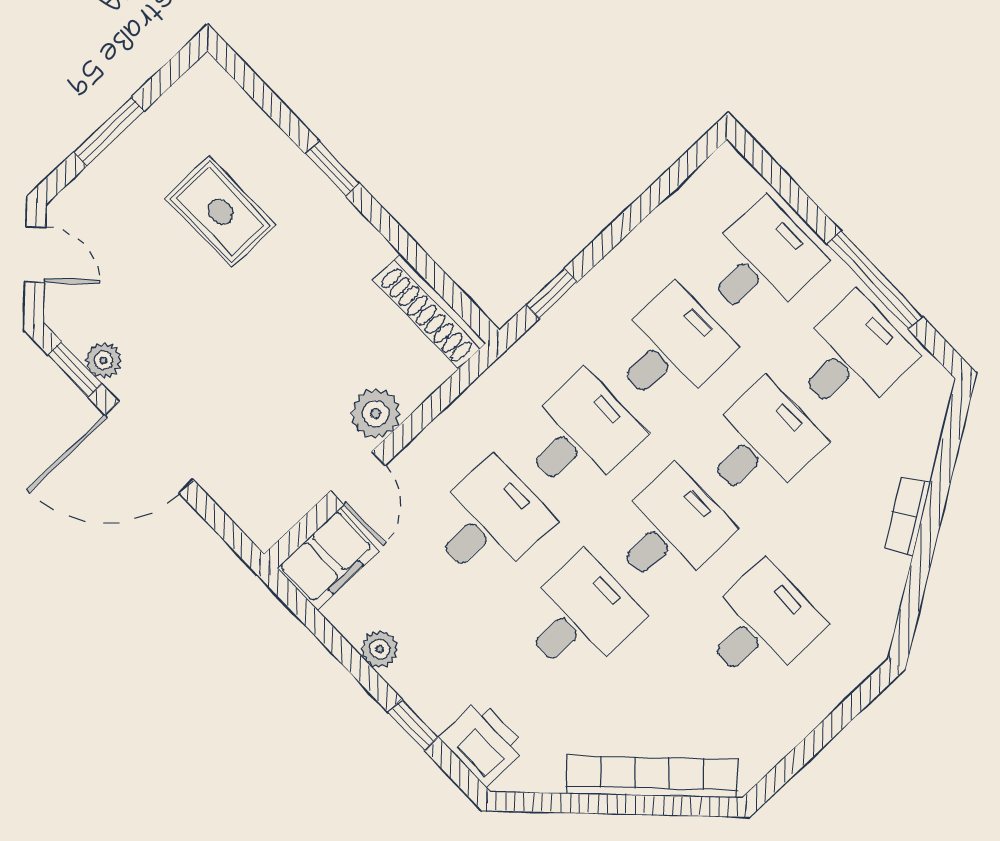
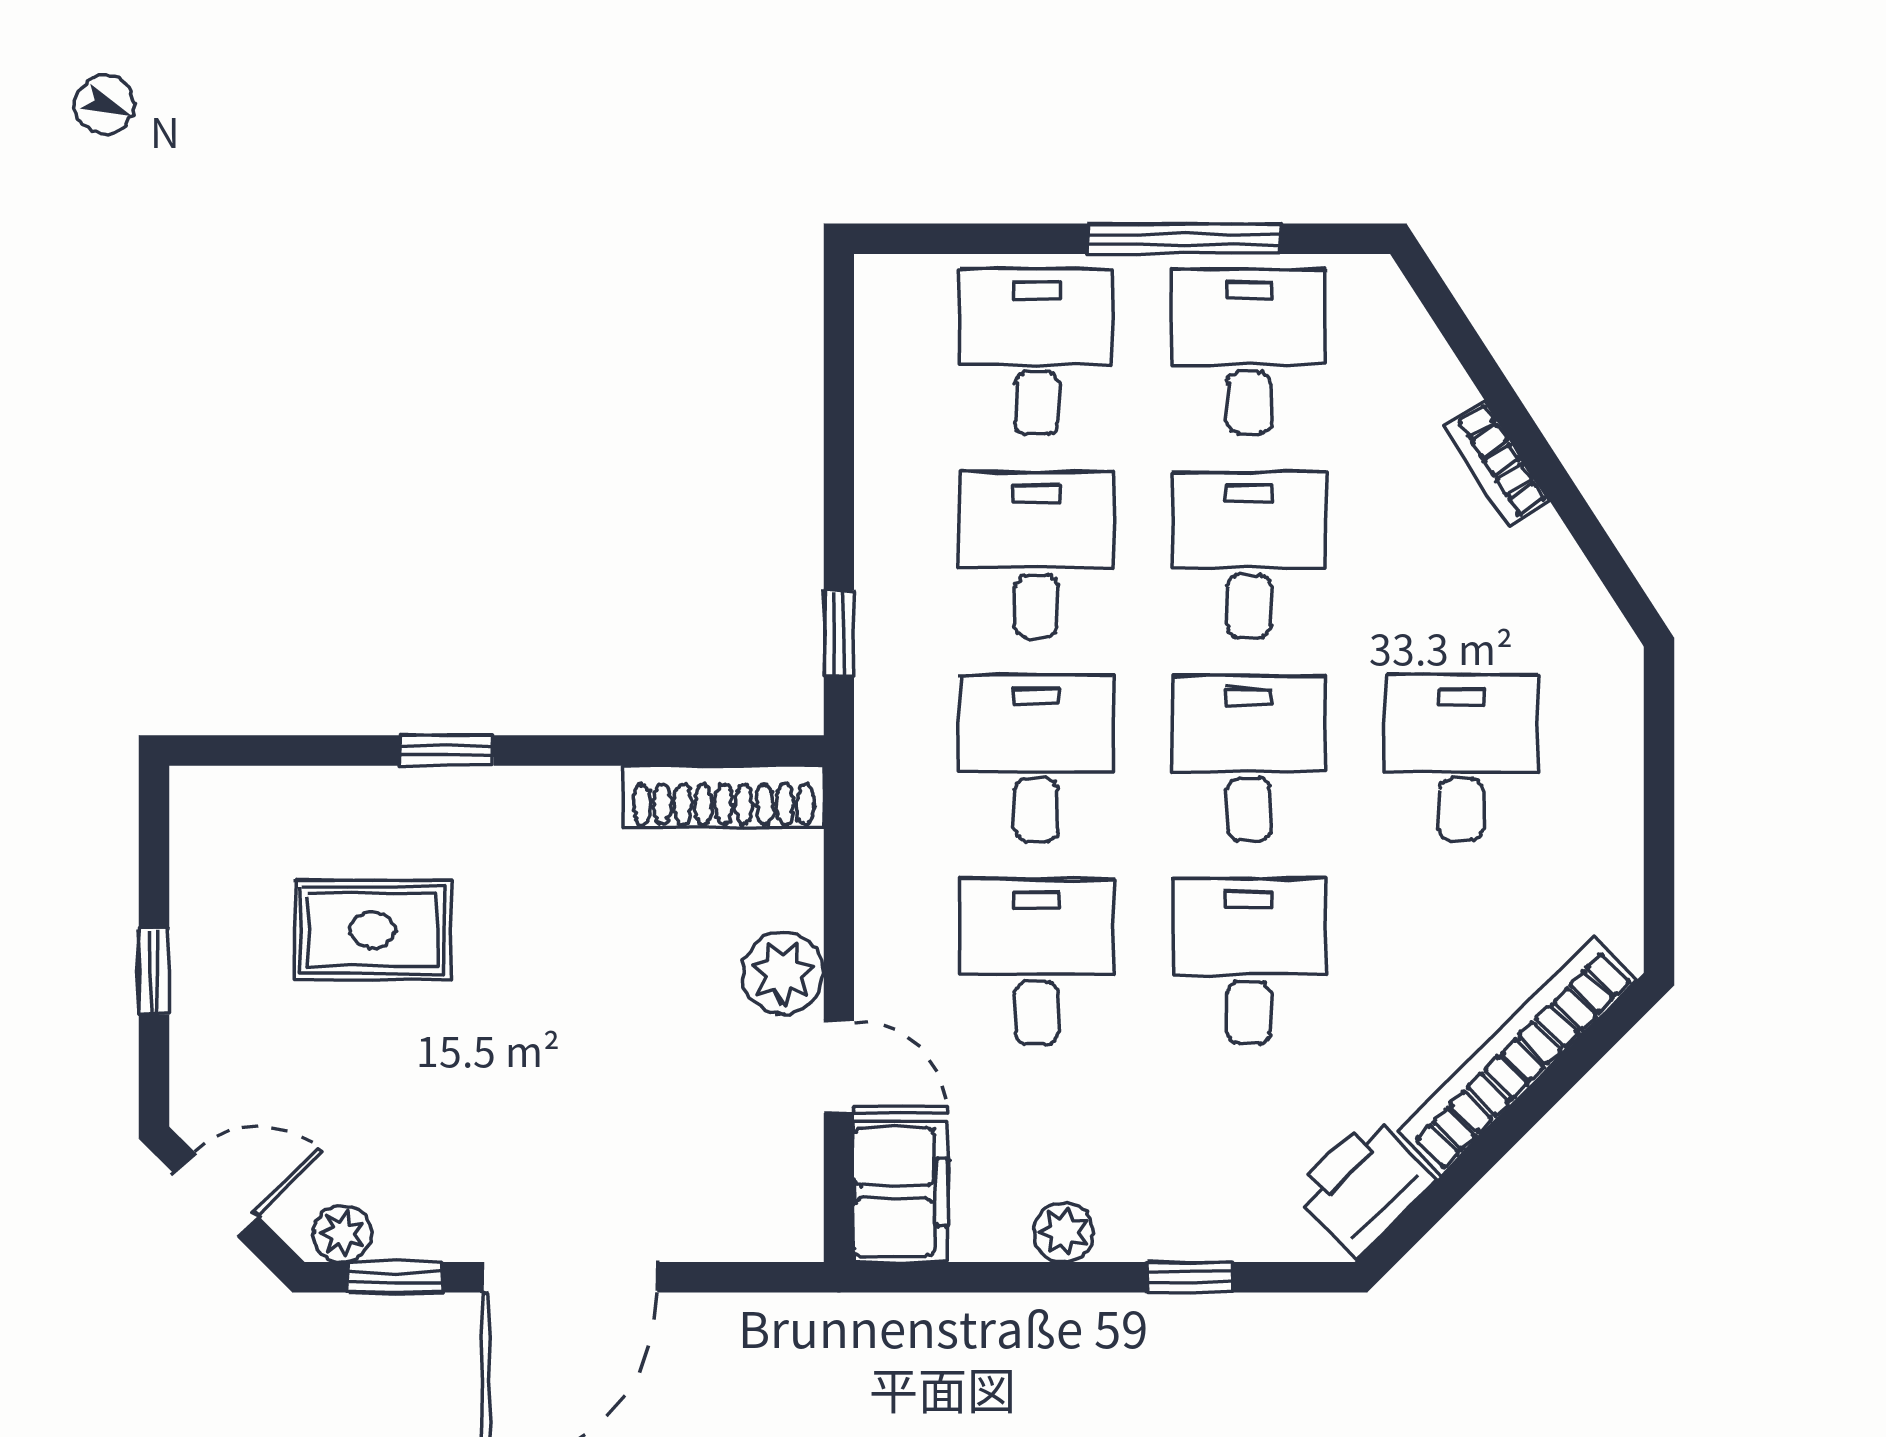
window: (109, 132) -> (154, 972), width x0.67
plant: (103, 360) -> (342, 1233), moved
printer: (483, 743) -> (1364, 1186), moved, turned -45

